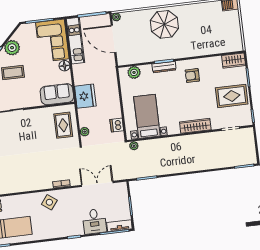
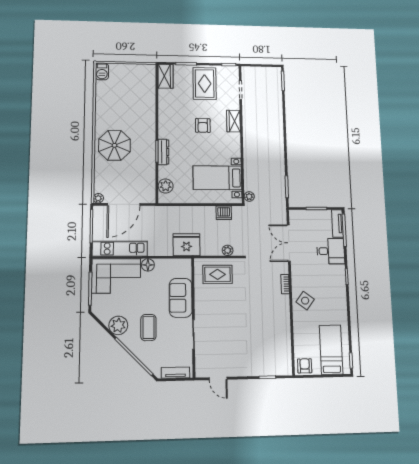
armchair: (192, 76) -> (203, 126), moved
sofa: (57, 94) -> (181, 298), moved
wardrobe: (195, 126) -> (233, 121), width x0.67

